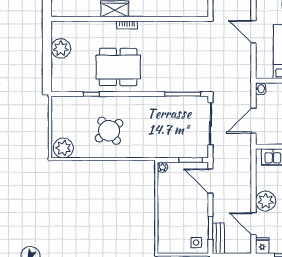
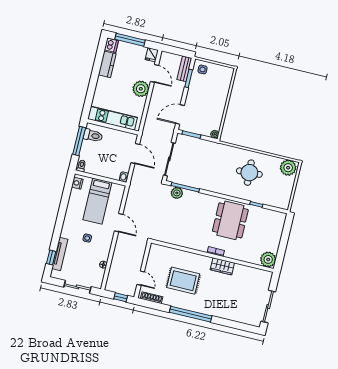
plant: (61, 48) -> (268, 259), moved
dining table: (118, 67) -> (230, 220), turned 90
plant: (191, 85) -> (177, 193), added
door: (254, 121) -> (135, 153), hinge flipped
round table: (109, 131) -> (249, 173), turned 34
door: (210, 181) -> (180, 115), swing flipped

